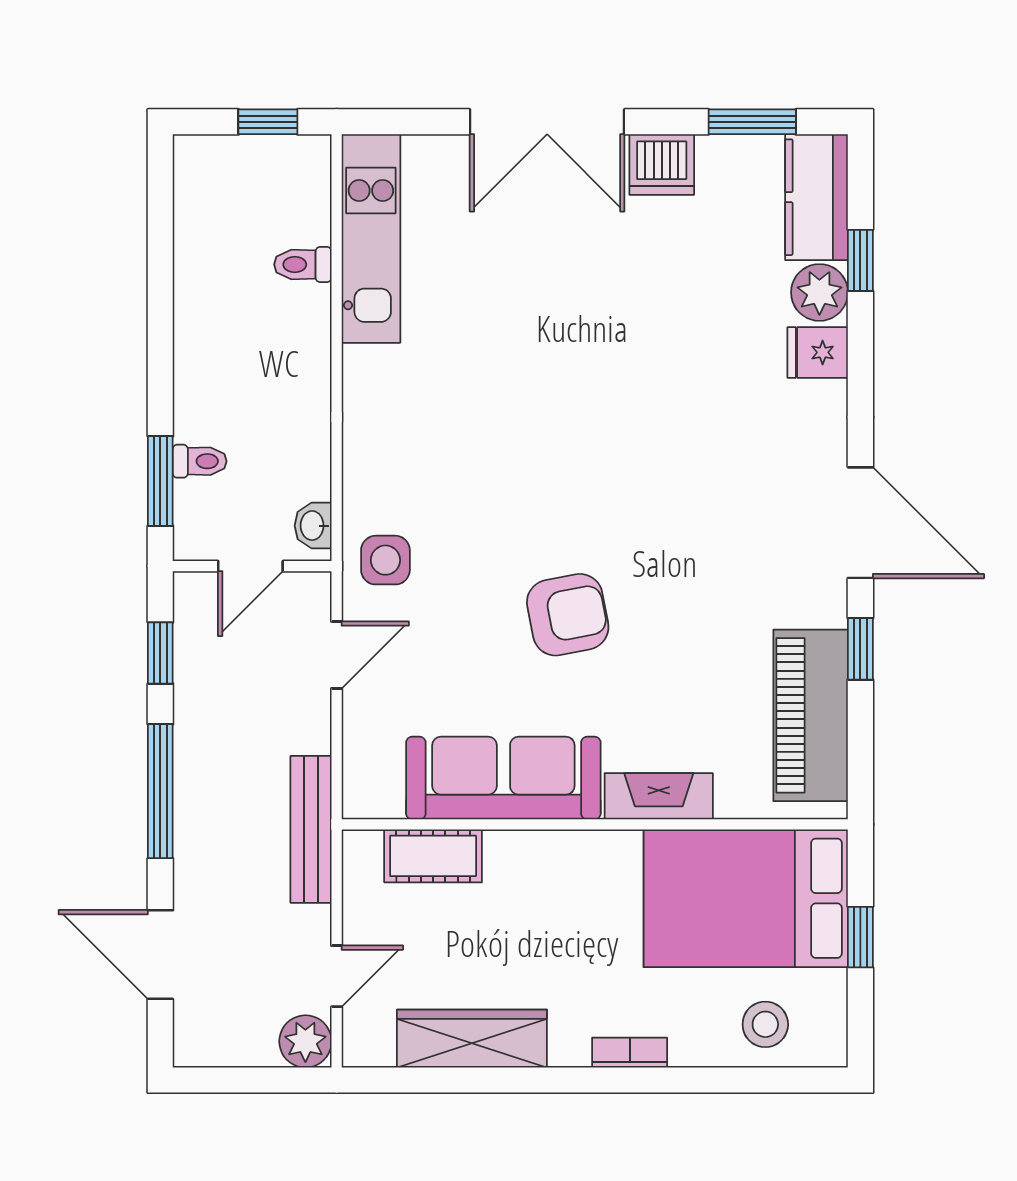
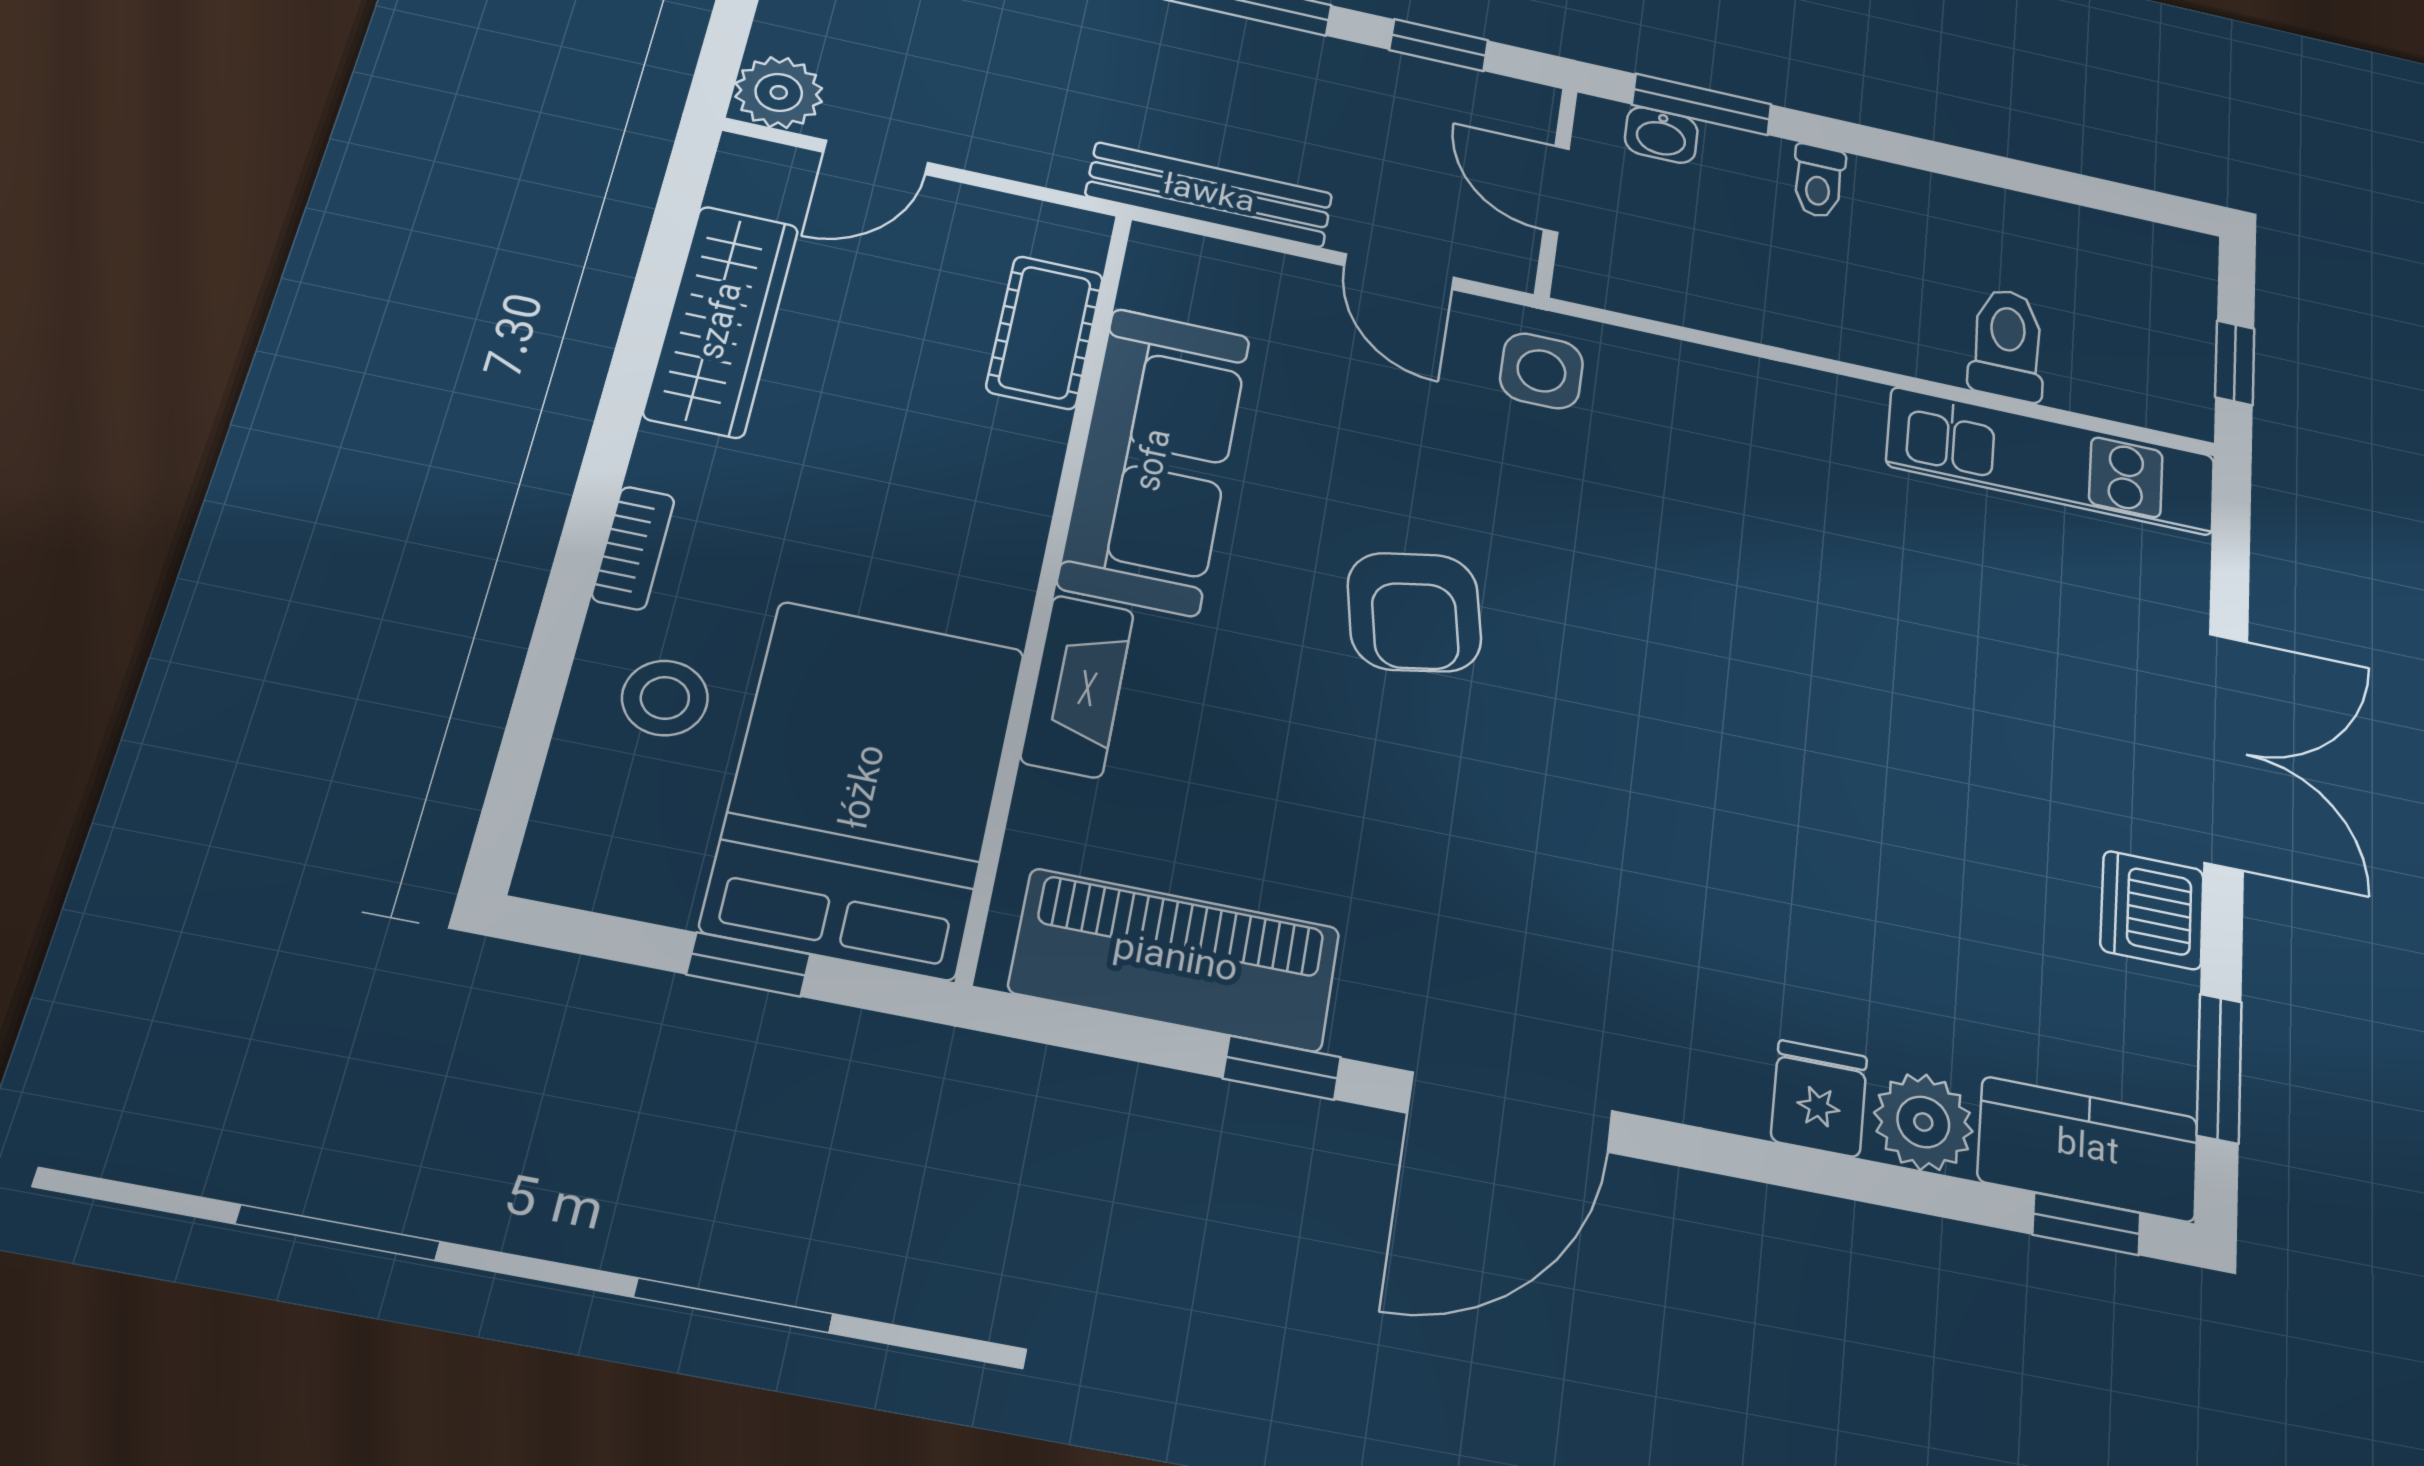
double door: (547, 122) -> (2226, 750), swing flipped
window: (860, 260) -> (2086, 1224), moved
toilet: (303, 264) -> (2007, 344), width x1.37, depth x1.39
toilet: (200, 461) -> (1818, 181), moved
washbasin: (313, 526) -> (1661, 135), moved, turned 180
bench: (311, 829) -> (1209, 195), moved
door: (337, 976) -> (876, 157), hinge flipped
stool: (765, 1024) -> (665, 698), moved

